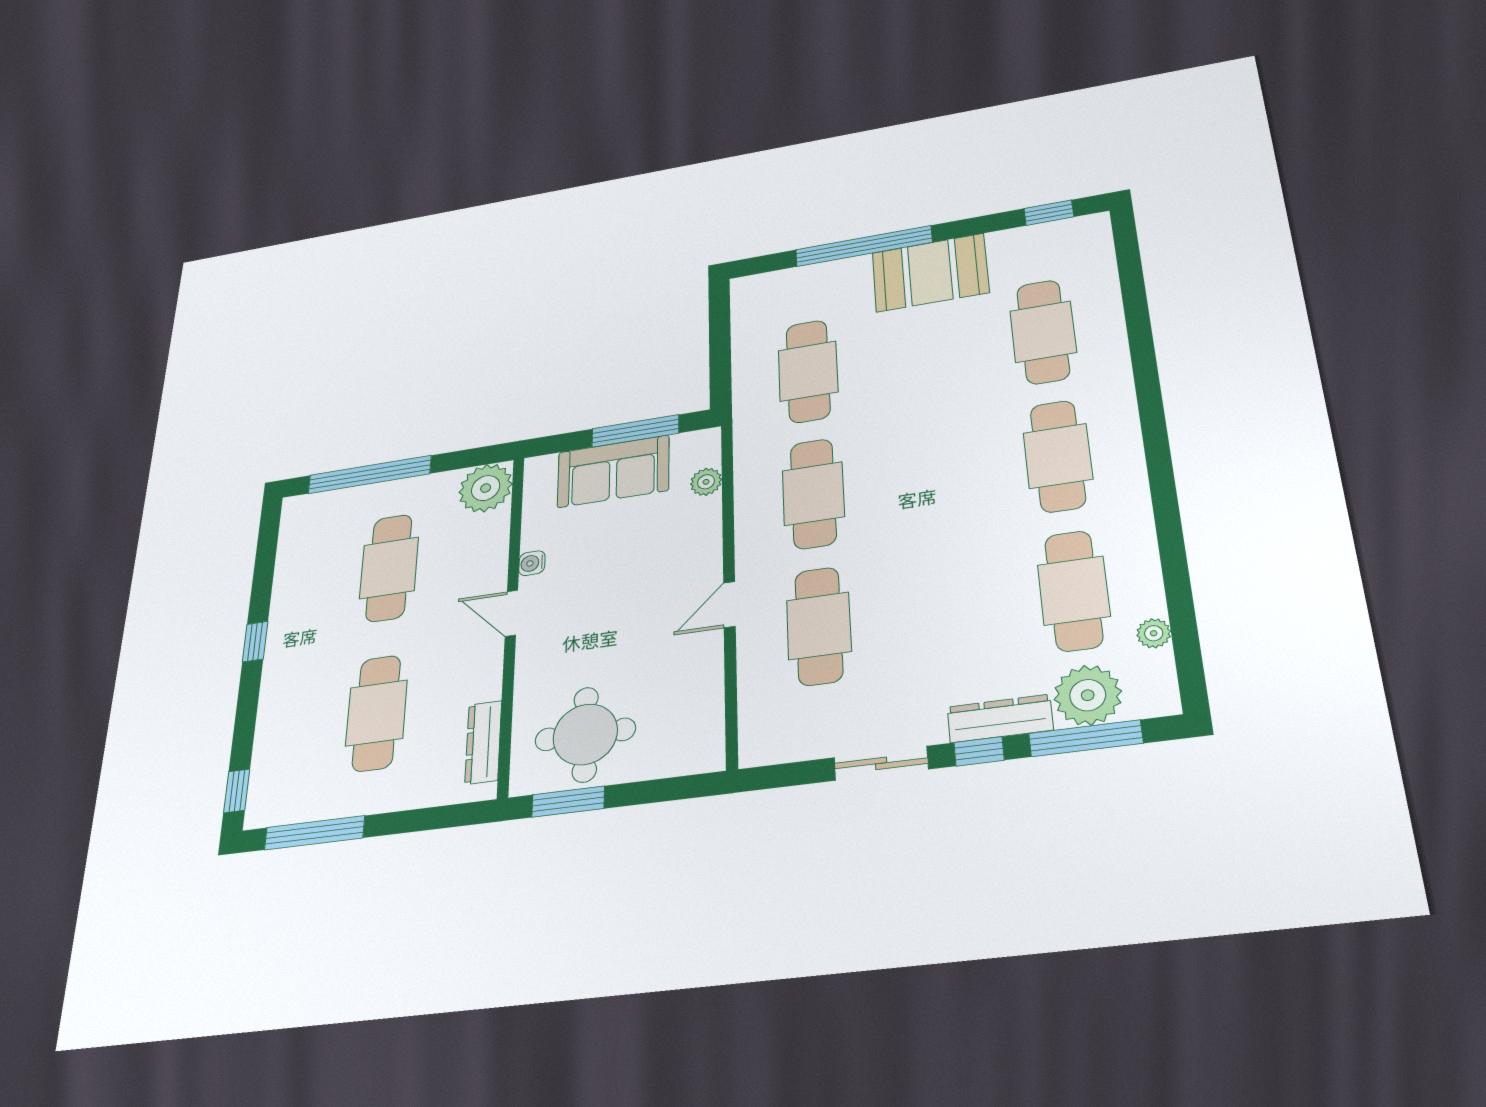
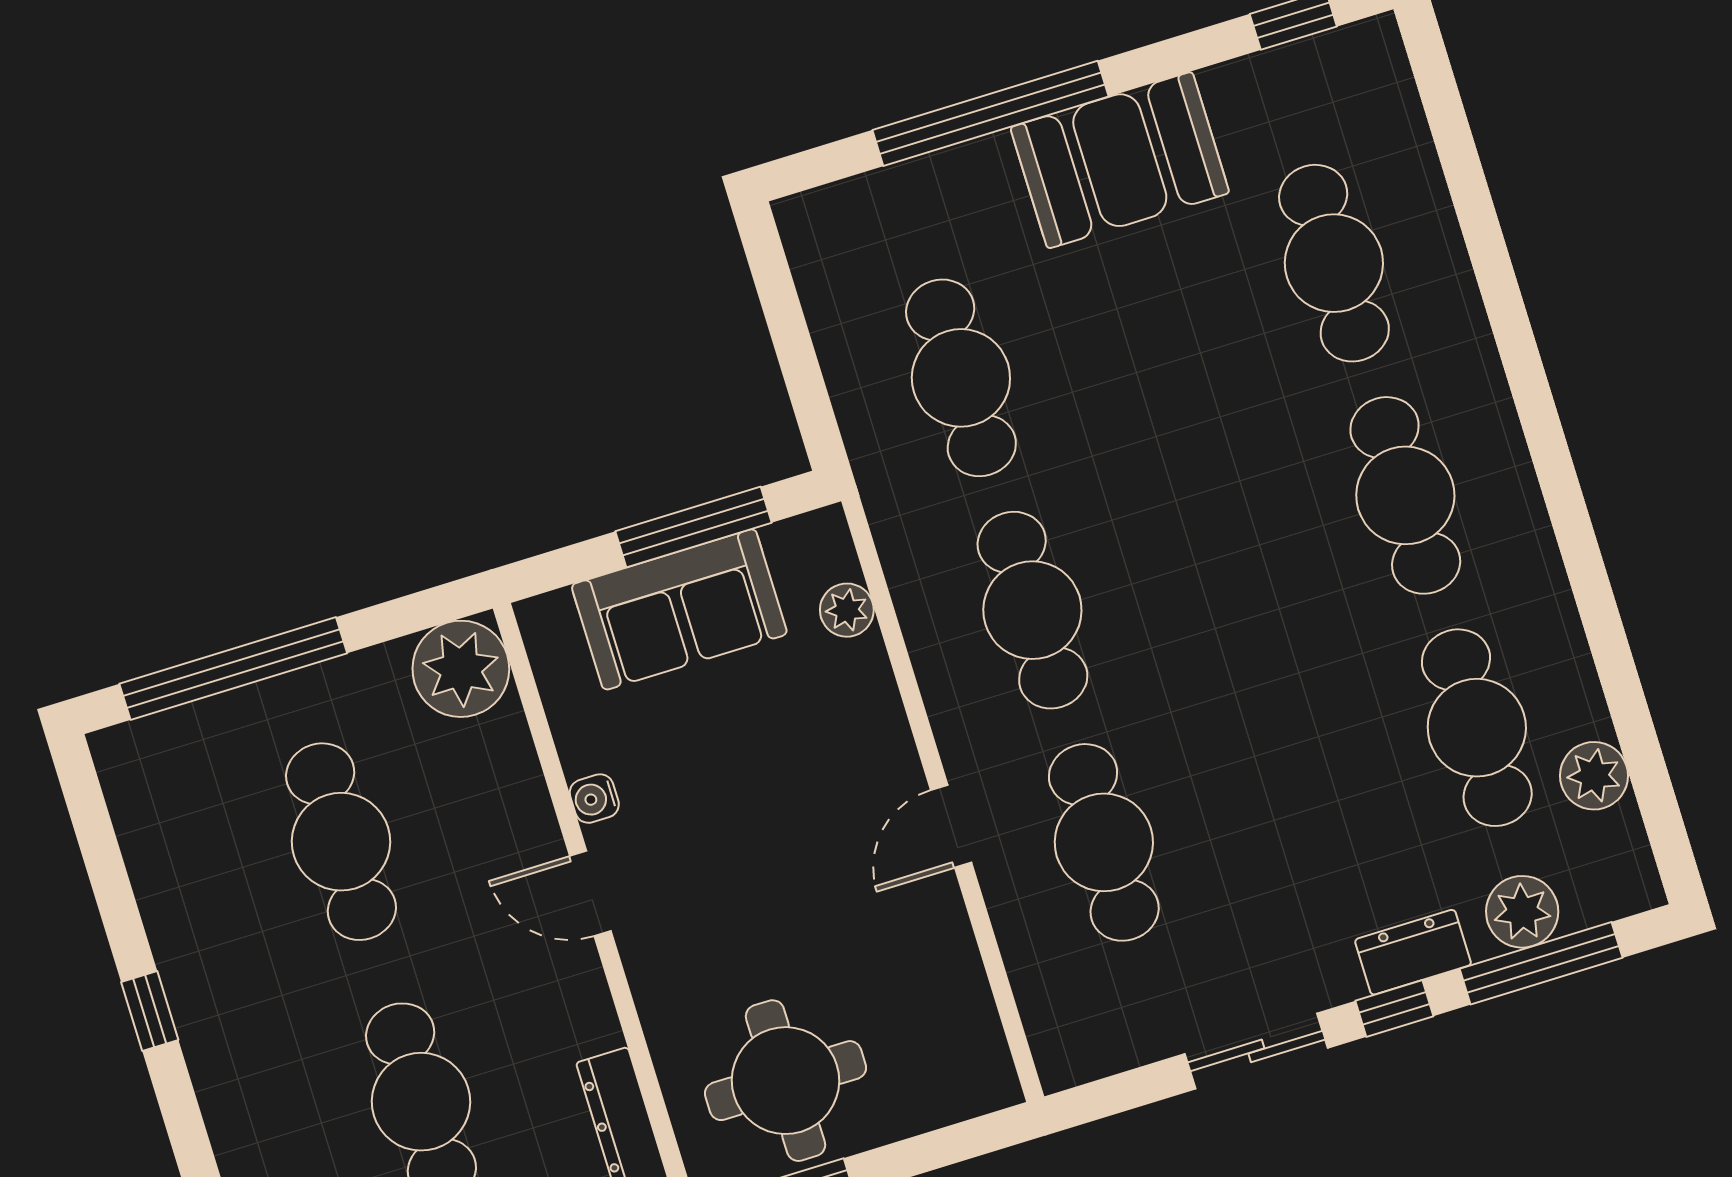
plant: (1154, 633) -> (1594, 776), width x1.38, depth x1.38
plant: (1088, 695) -> (1522, 912), width x0.73, depth x0.73
dresser: (1000, 719) -> (1413, 952), width x0.70

